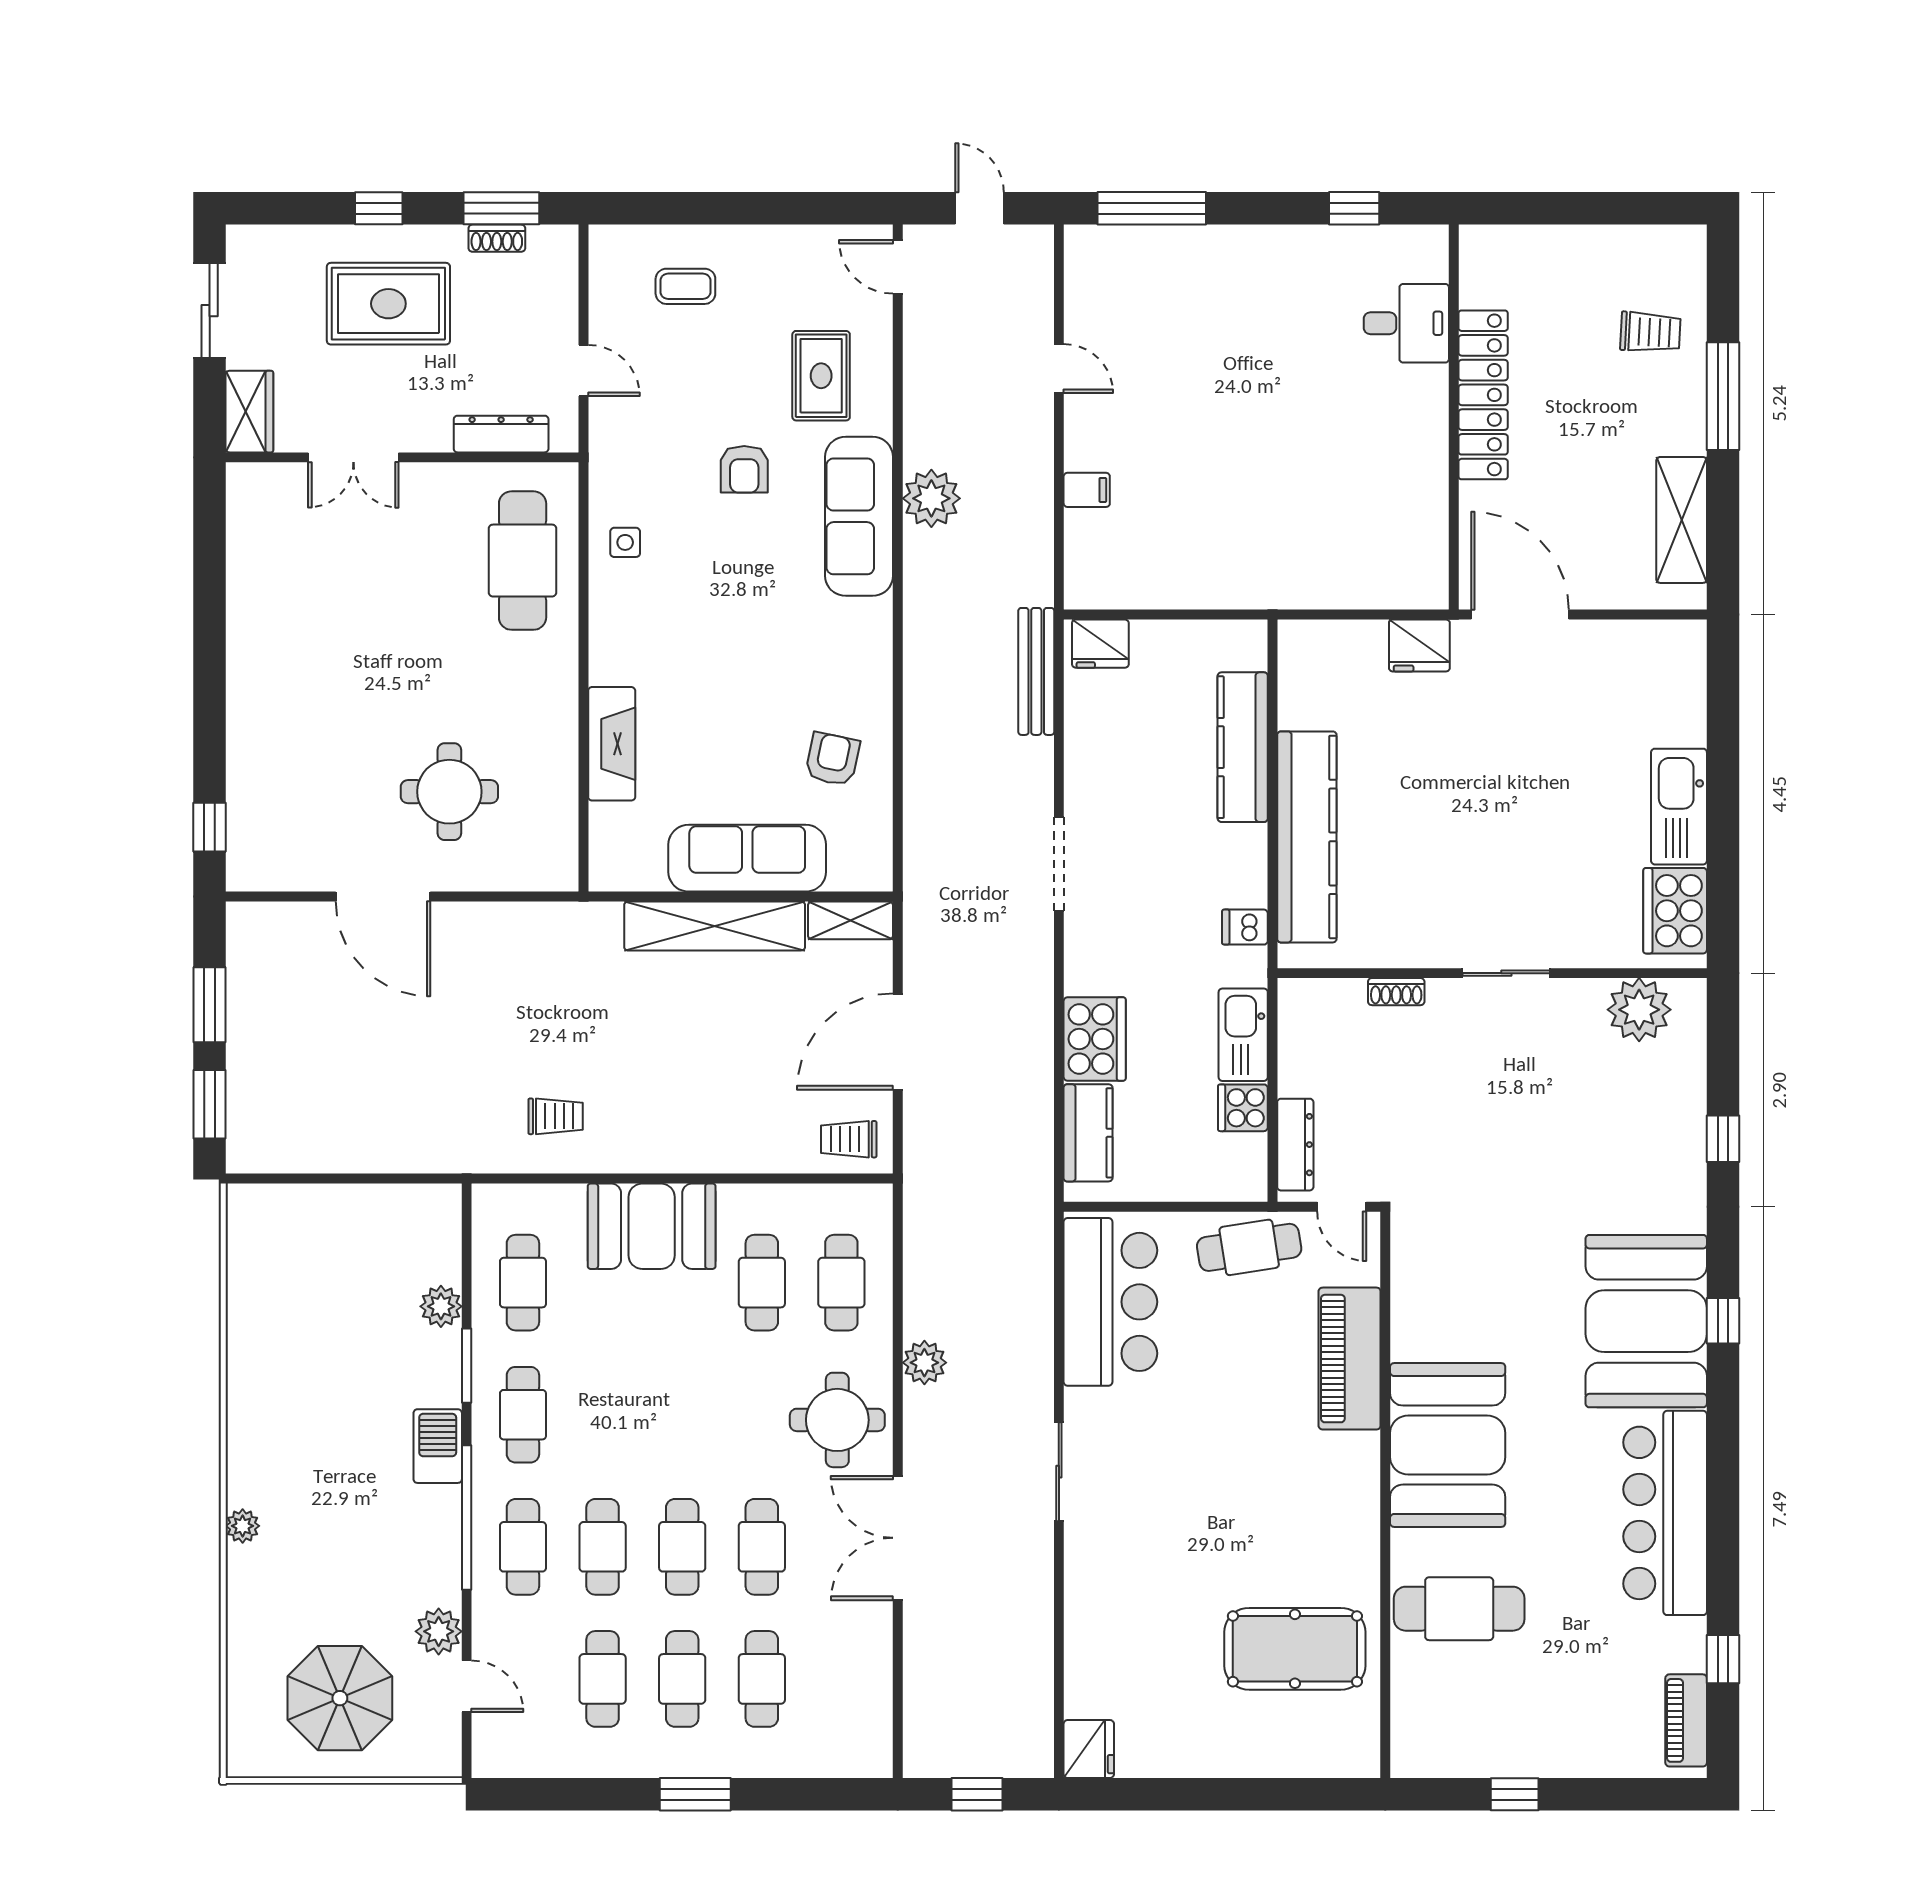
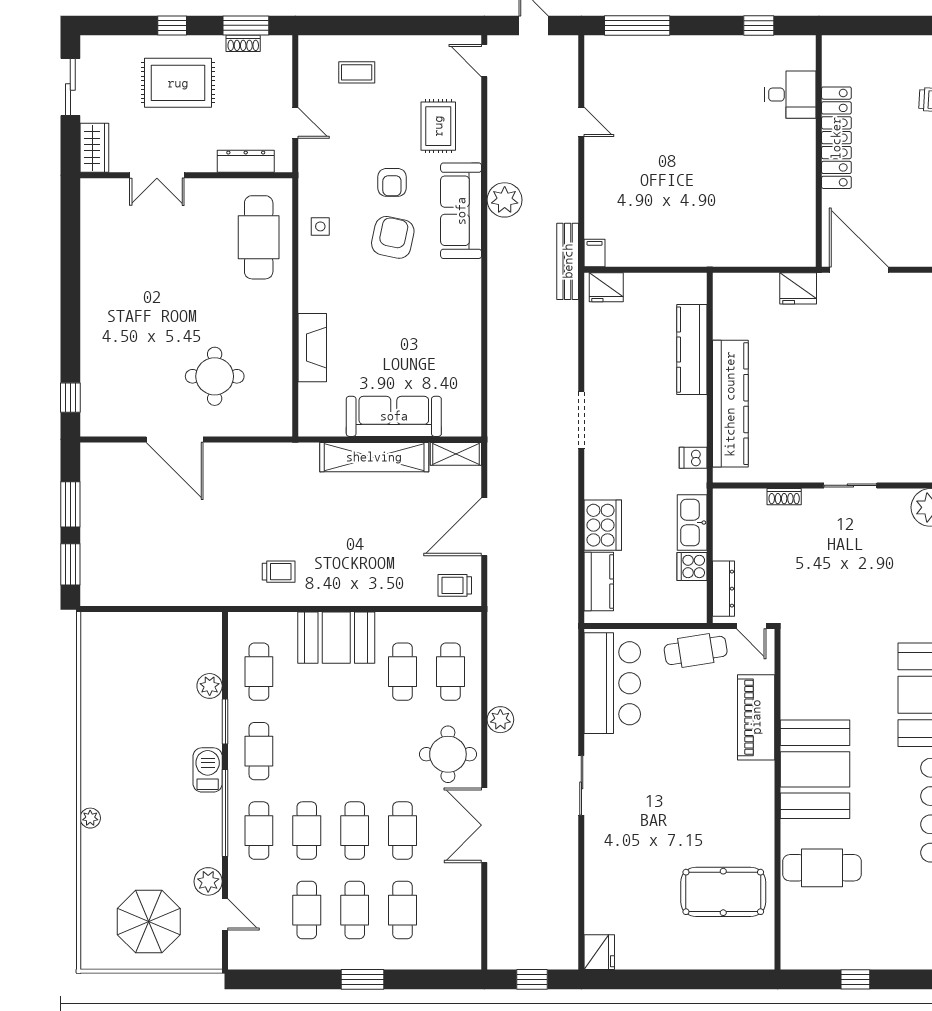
filing cabinet: (1087, 490) -> (595, 253), moved, turned -90
bench: (1036, 671) -> (568, 261), moved
armchair: (832, 759) -> (393, 237), moved, width x1.38, depth x1.38

